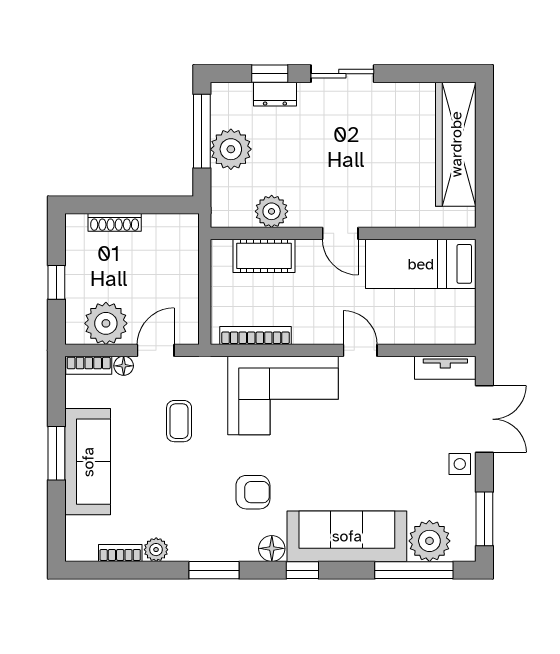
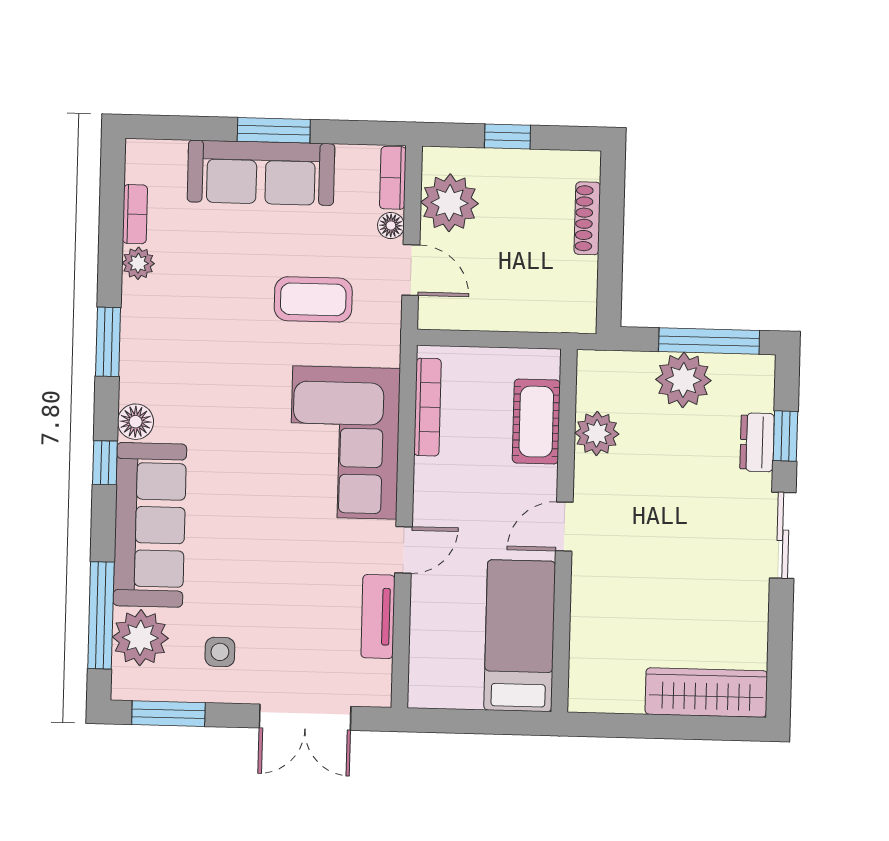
wardrobe: (456, 144) -> (706, 693), width x0.71, depth x0.85
tv unit: (445, 368) -> (378, 616), moved
coffee table: (179, 421) -> (313, 299), width x1.36, depth x1.30
side table: (460, 464) -> (220, 652), moved
armchair: (253, 492) -> (213, 398), removed

